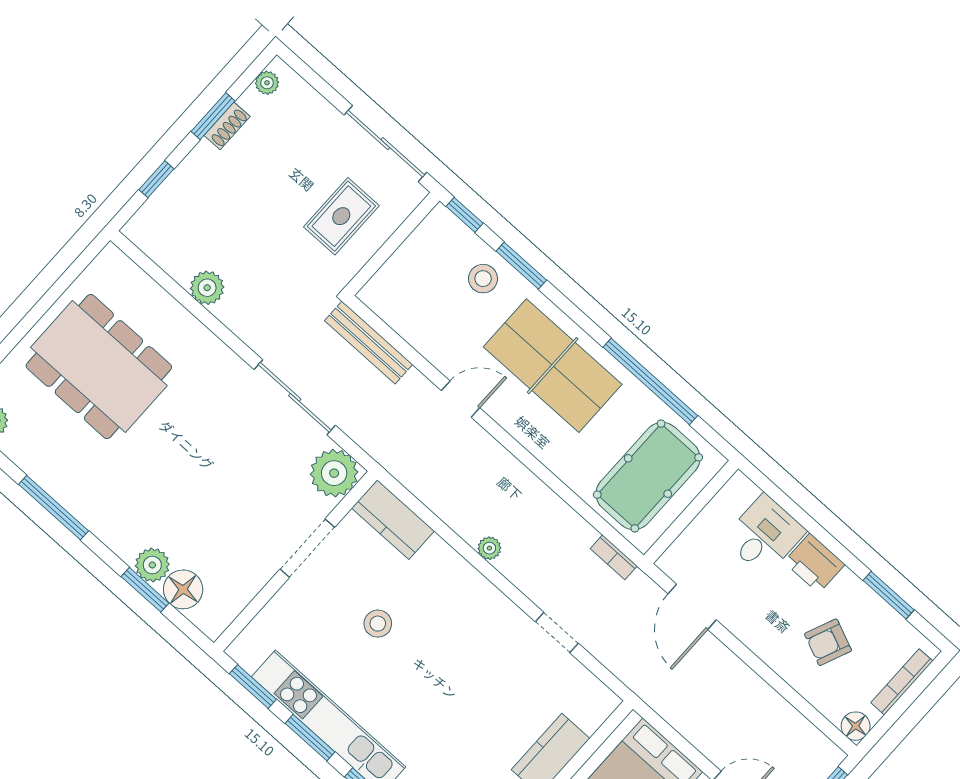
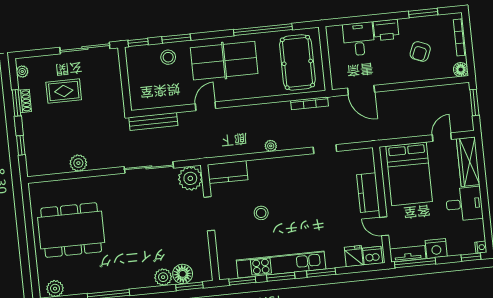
rug: (341, 216) -> (64, 91), moved, turned 90
bookcase: (614, 557) -> (310, 103), width x1.56
window: (145, 590) -> (189, 286), moved

